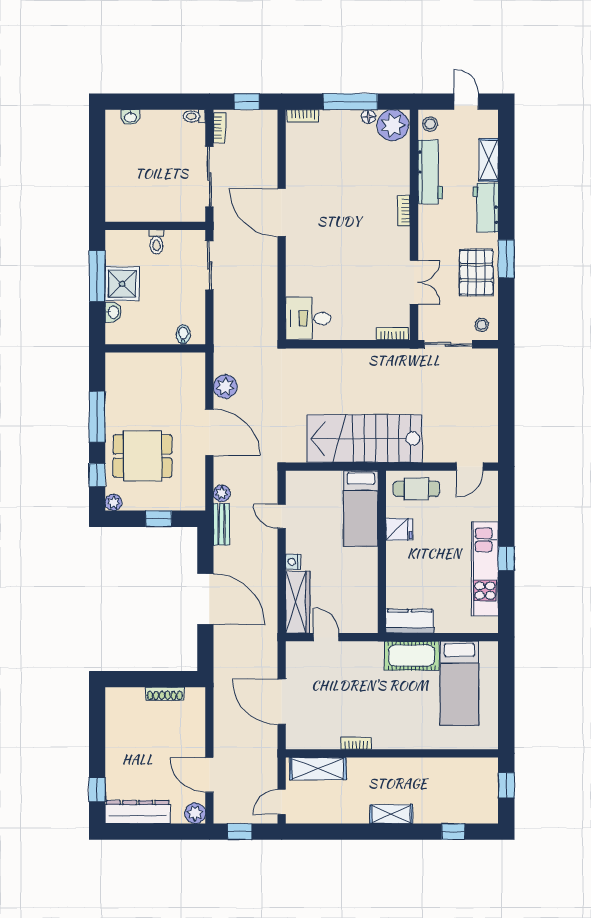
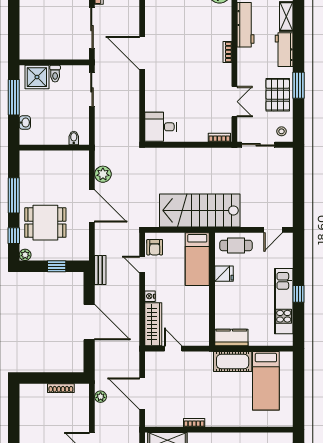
shower: (122, 284) -> (37, 77), moved
armchair: (300, 491) -> (155, 247), added
plant: (222, 493) -> (101, 397), moved

